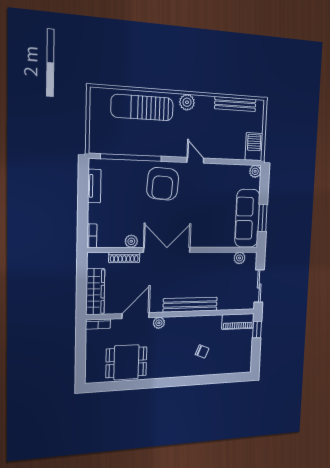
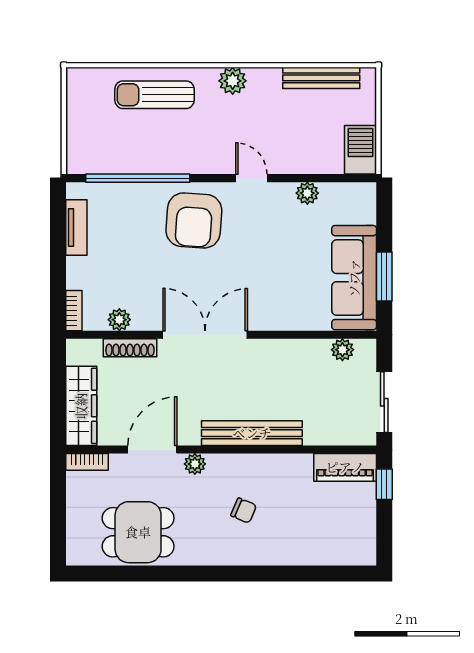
sun lounger: (142, 108) -> (154, 95), width x0.73, depth x0.75
plant: (255, 171) -> (307, 193), moved
plant: (131, 241) -> (119, 320), moved
chair: (202, 351) -> (244, 510), moved

